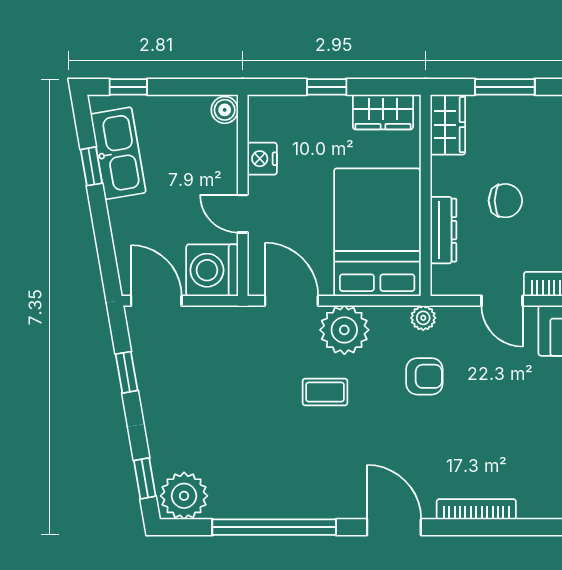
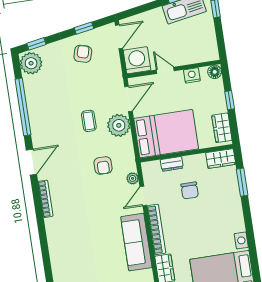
floor lamp: (262, 109) -> (215, 72), added
boiler: (225, 110) -> (212, 55), removed
door: (243, 214) -> (165, 70), hinge flipped
dresser: (443, 230) -> (172, 164), width x0.70
plant: (423, 318) -> (133, 178), moved
armchair: (181, 383) -> (83, 54), added

